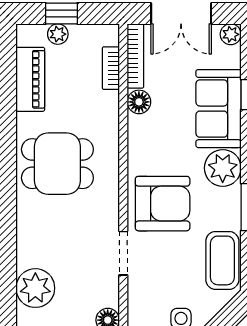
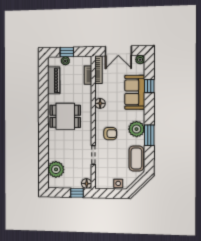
floor lamp: (139, 102) -> (100, 103), moved
plant: (223, 168) -> (137, 129), moved
armchair: (163, 204) -> (110, 134), width x0.53, depth x0.53

